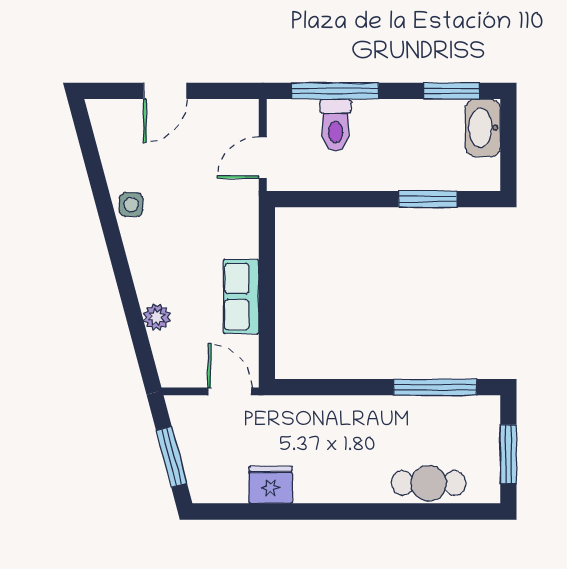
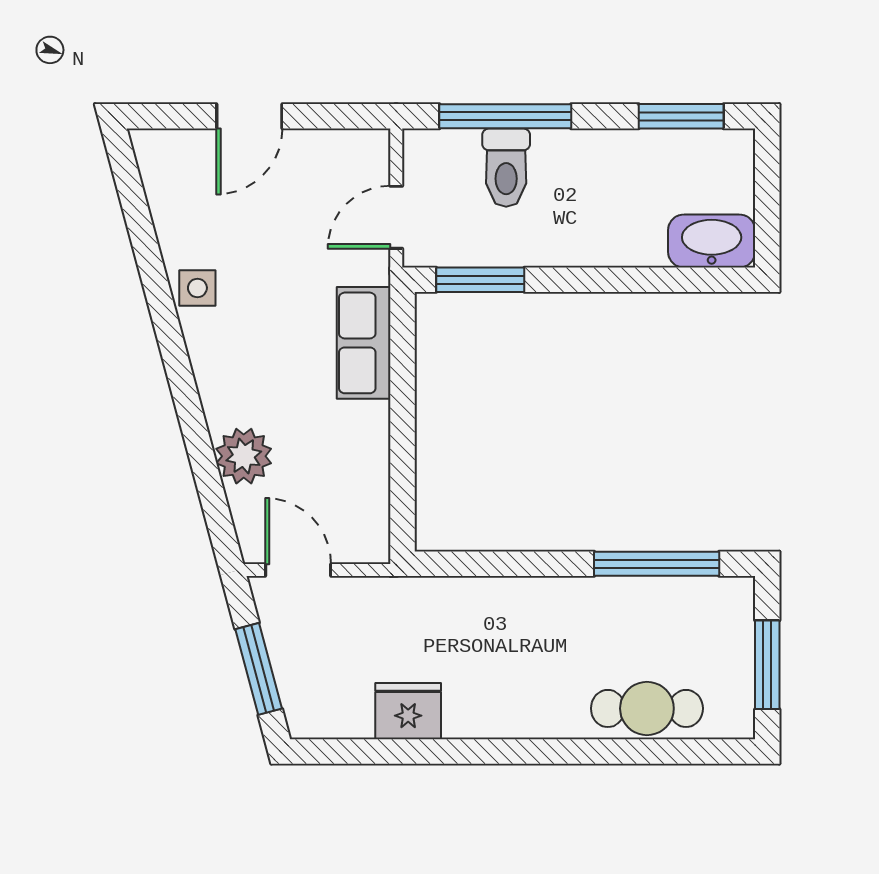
washbasin: (483, 128) -> (712, 241), moved, turned 90
window: (428, 199) -> (480, 280), moved
row of seats: (241, 297) -> (364, 343), moved
plant: (157, 317) -> (244, 456), width x1.38, depth x1.38
door: (230, 391) -> (298, 570), moved

